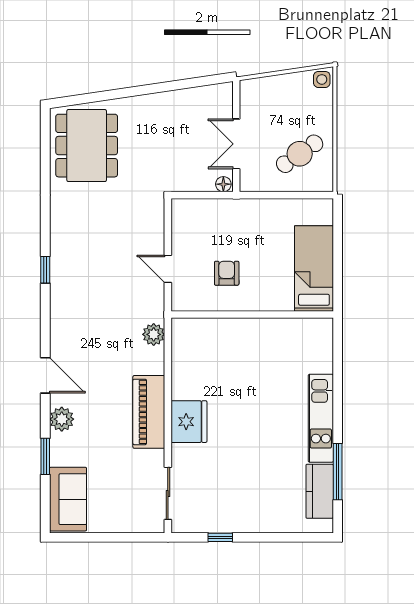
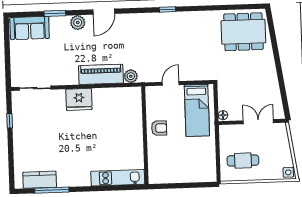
double door: (236, 144) -> (258, 122), moved
cafe table: (300, 154) -> (243, 161), turned -55
bed: (314, 268) -> (197, 110), moved, turned 90
armchair: (227, 273) -> (159, 128), moved
piano: (149, 412) -> (101, 74), moved
kitchen unit: (321, 418) -> (118, 178), moved

